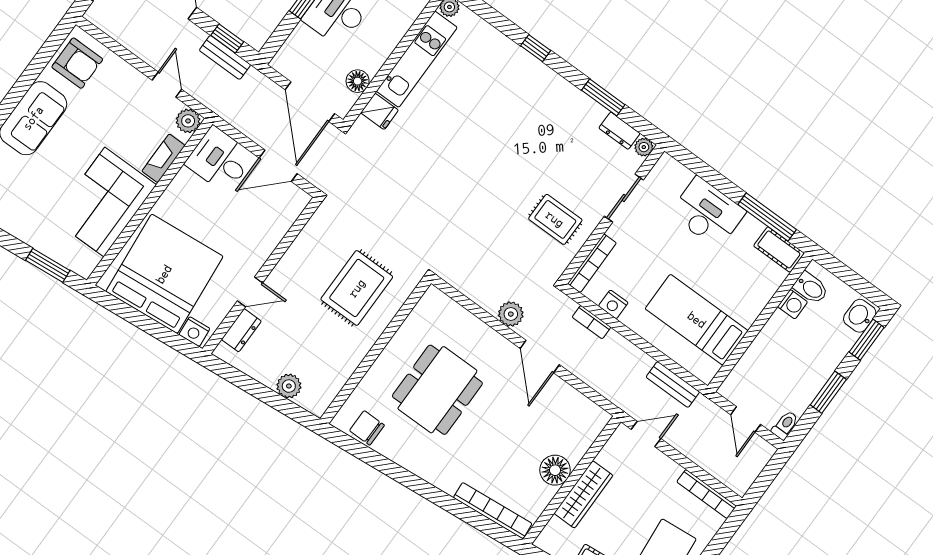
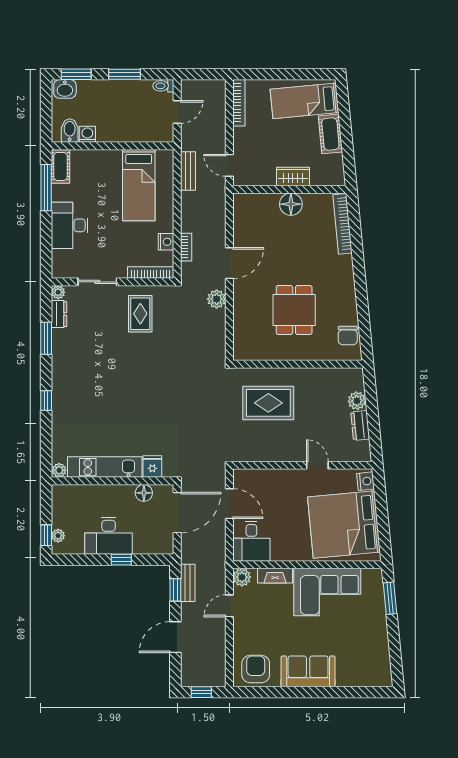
dresser: (241, 330) -> (360, 425), moved, turned -95
dining table: (437, 390) -> (294, 310), width x0.73
wardrobe: (583, 494) -> (293, 177), width x0.67

